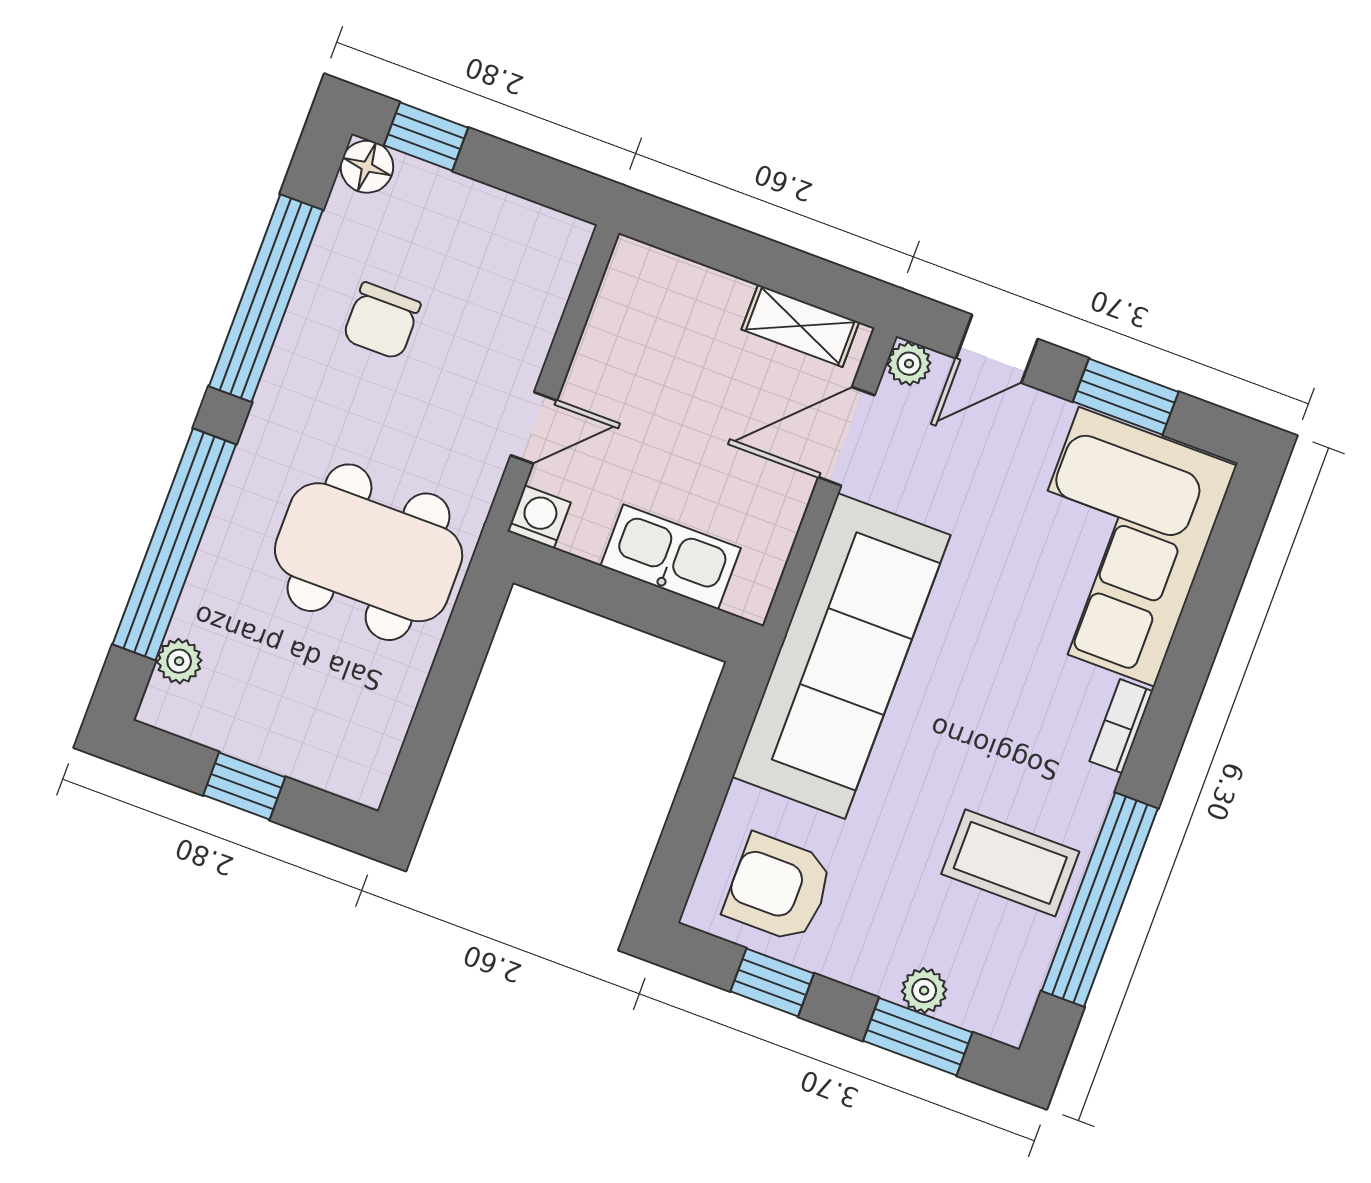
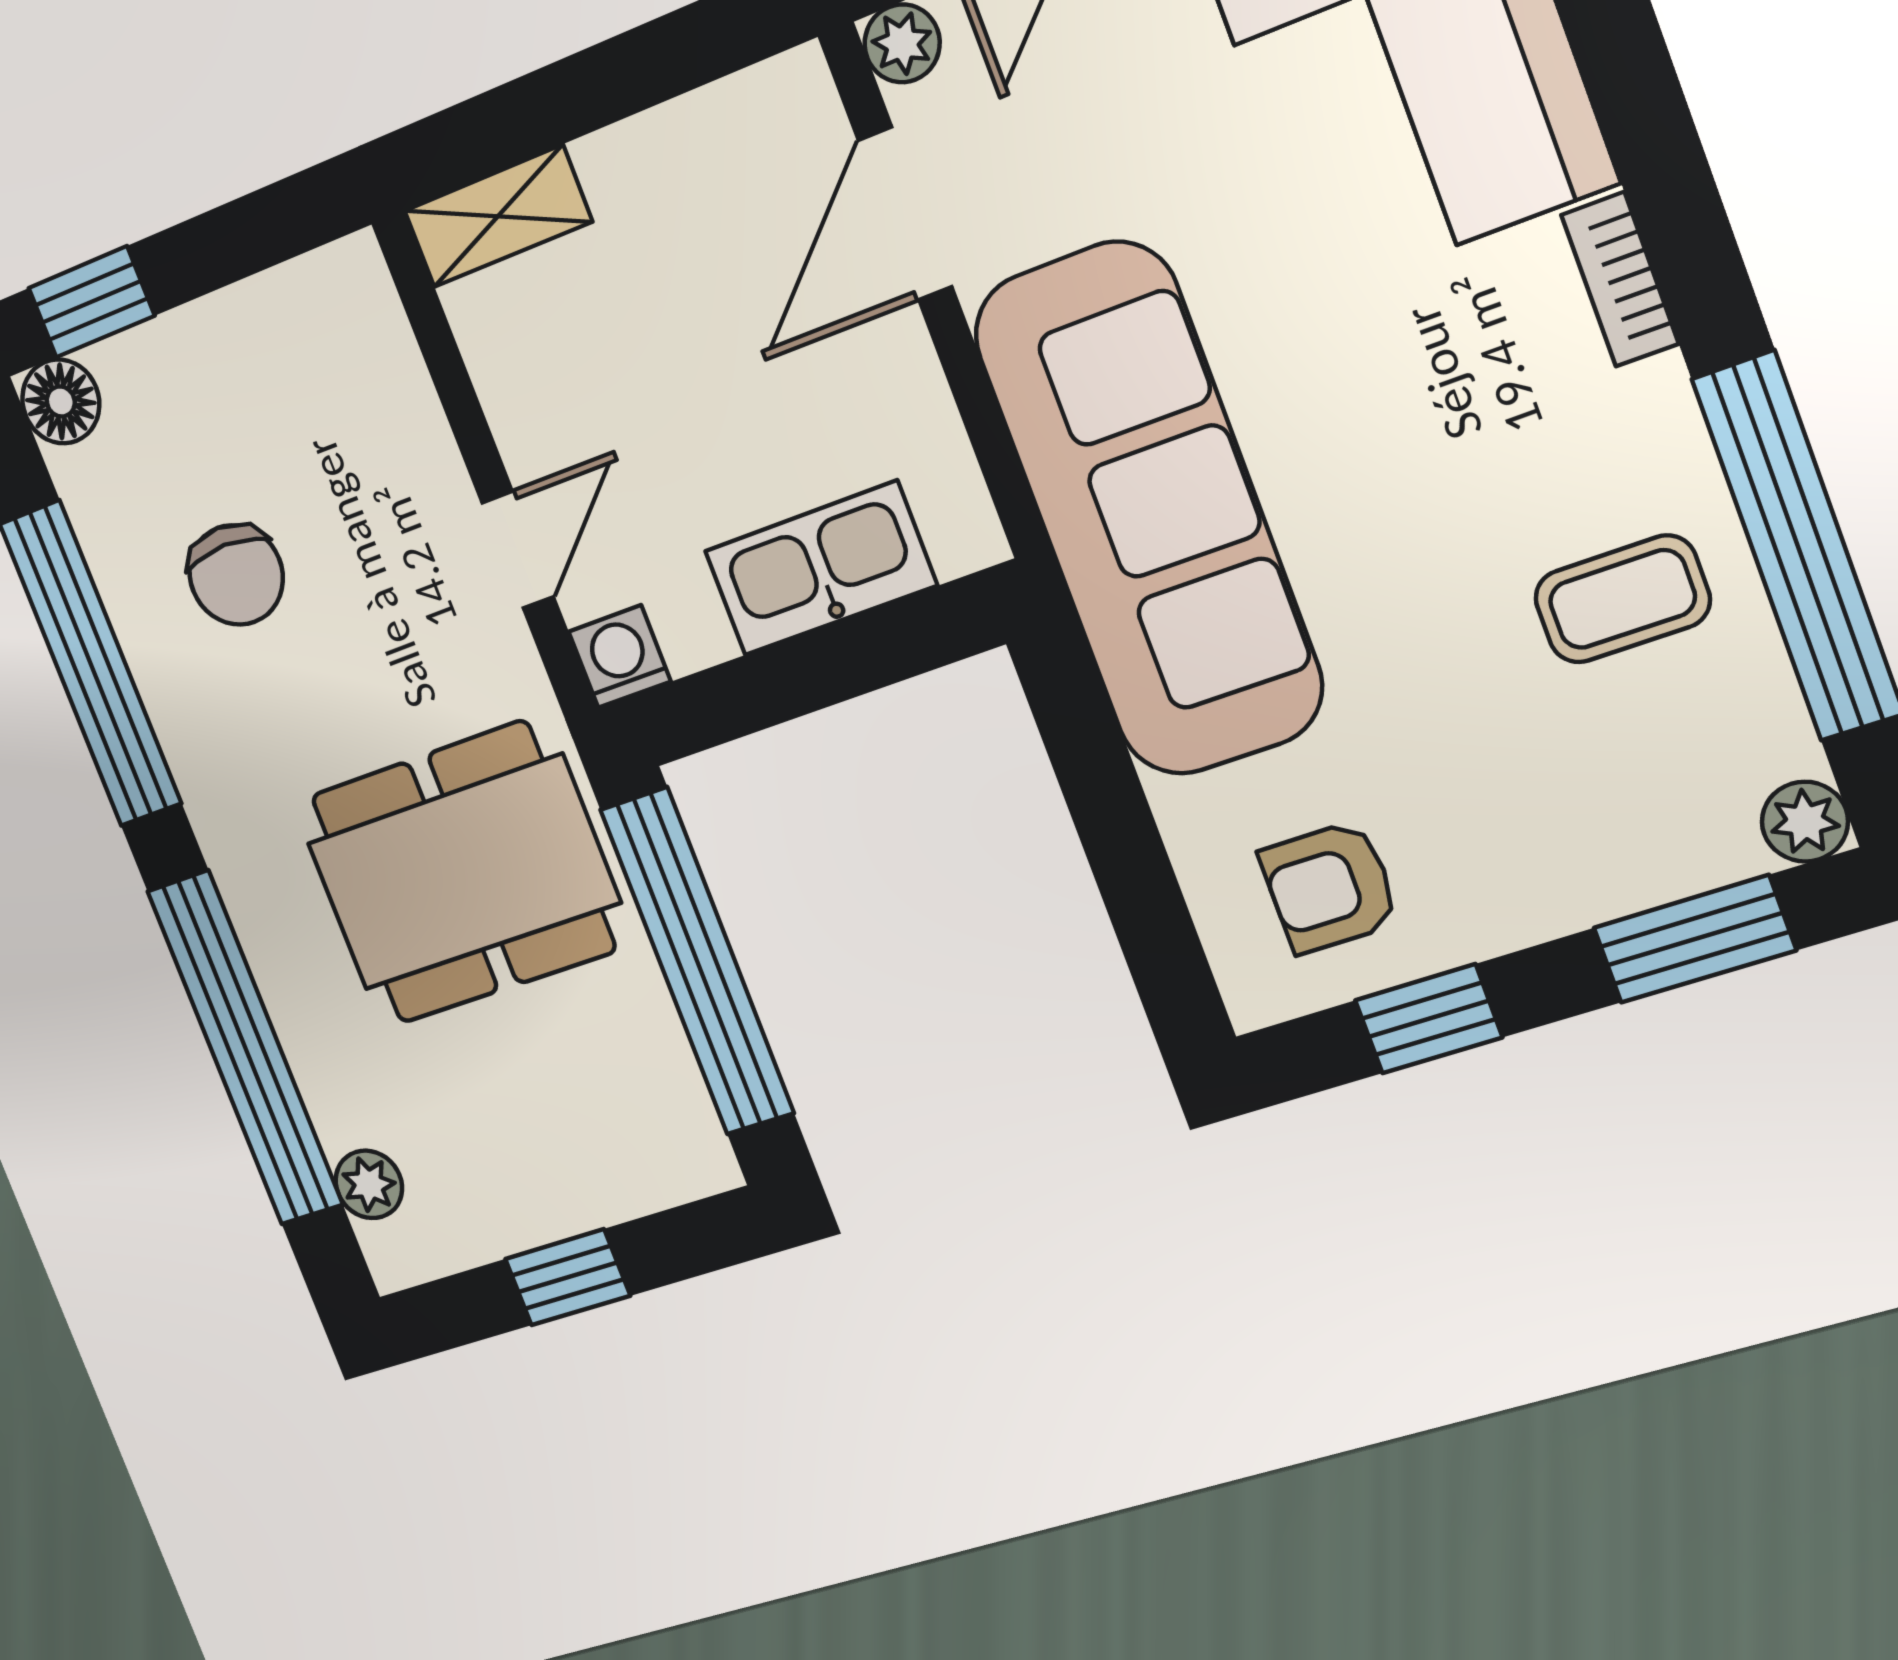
shelving: (800, 326) -> (498, 216), moved
window: (449, 687) -> (697, 962), added
coffee table: (1010, 863) -> (1622, 599), width x0.73, depth x0.77
armchair: (778, 888) -> (1330, 887), width x0.72, depth x0.72
plant: (924, 991) -> (1805, 822), moved

